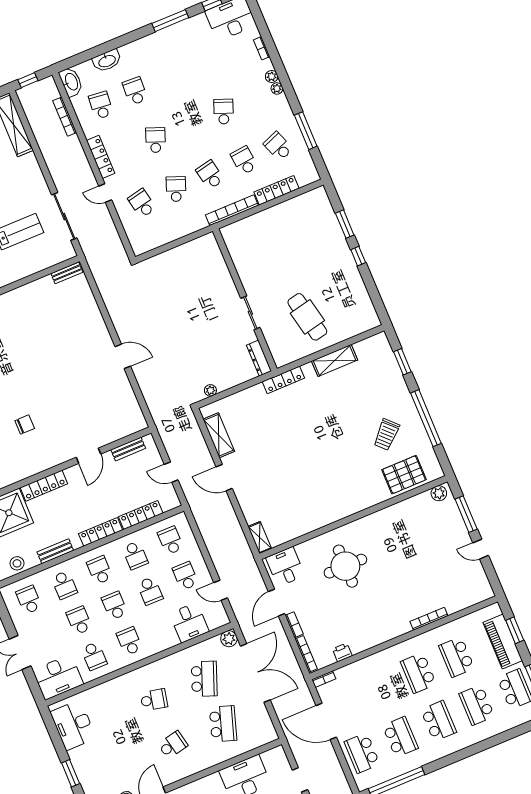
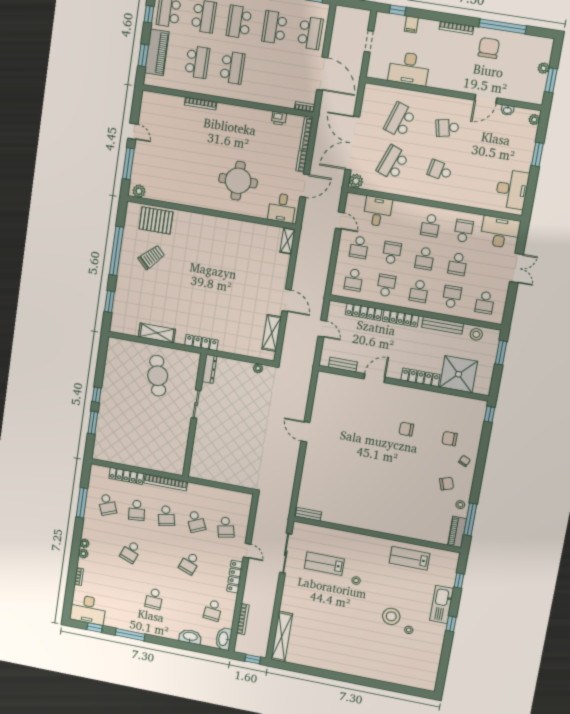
school desk: (135, 91) -> (154, 599), moved
school desk: (176, 189) -> (196, 522), turned -45
bench: (55, 551) -> (443, 325), width x1.36

